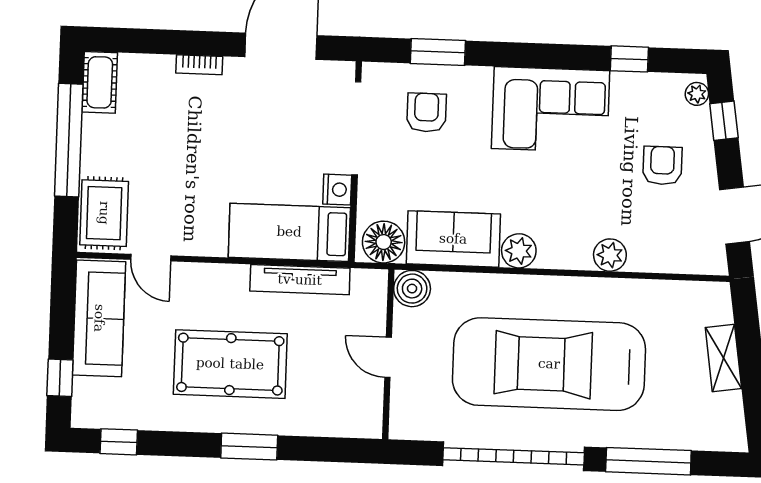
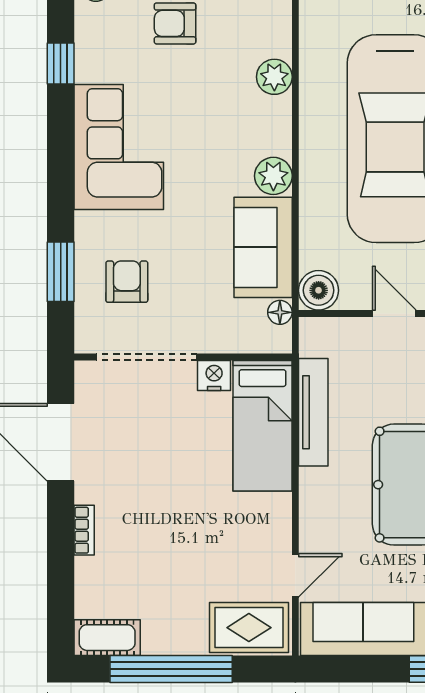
armchair: (426, 112) -> (127, 282), turned 90
floor lamp: (384, 242) -> (280, 312), width x0.53, depth x0.53
door: (388, 357) -> (394, 314), swing flipped

